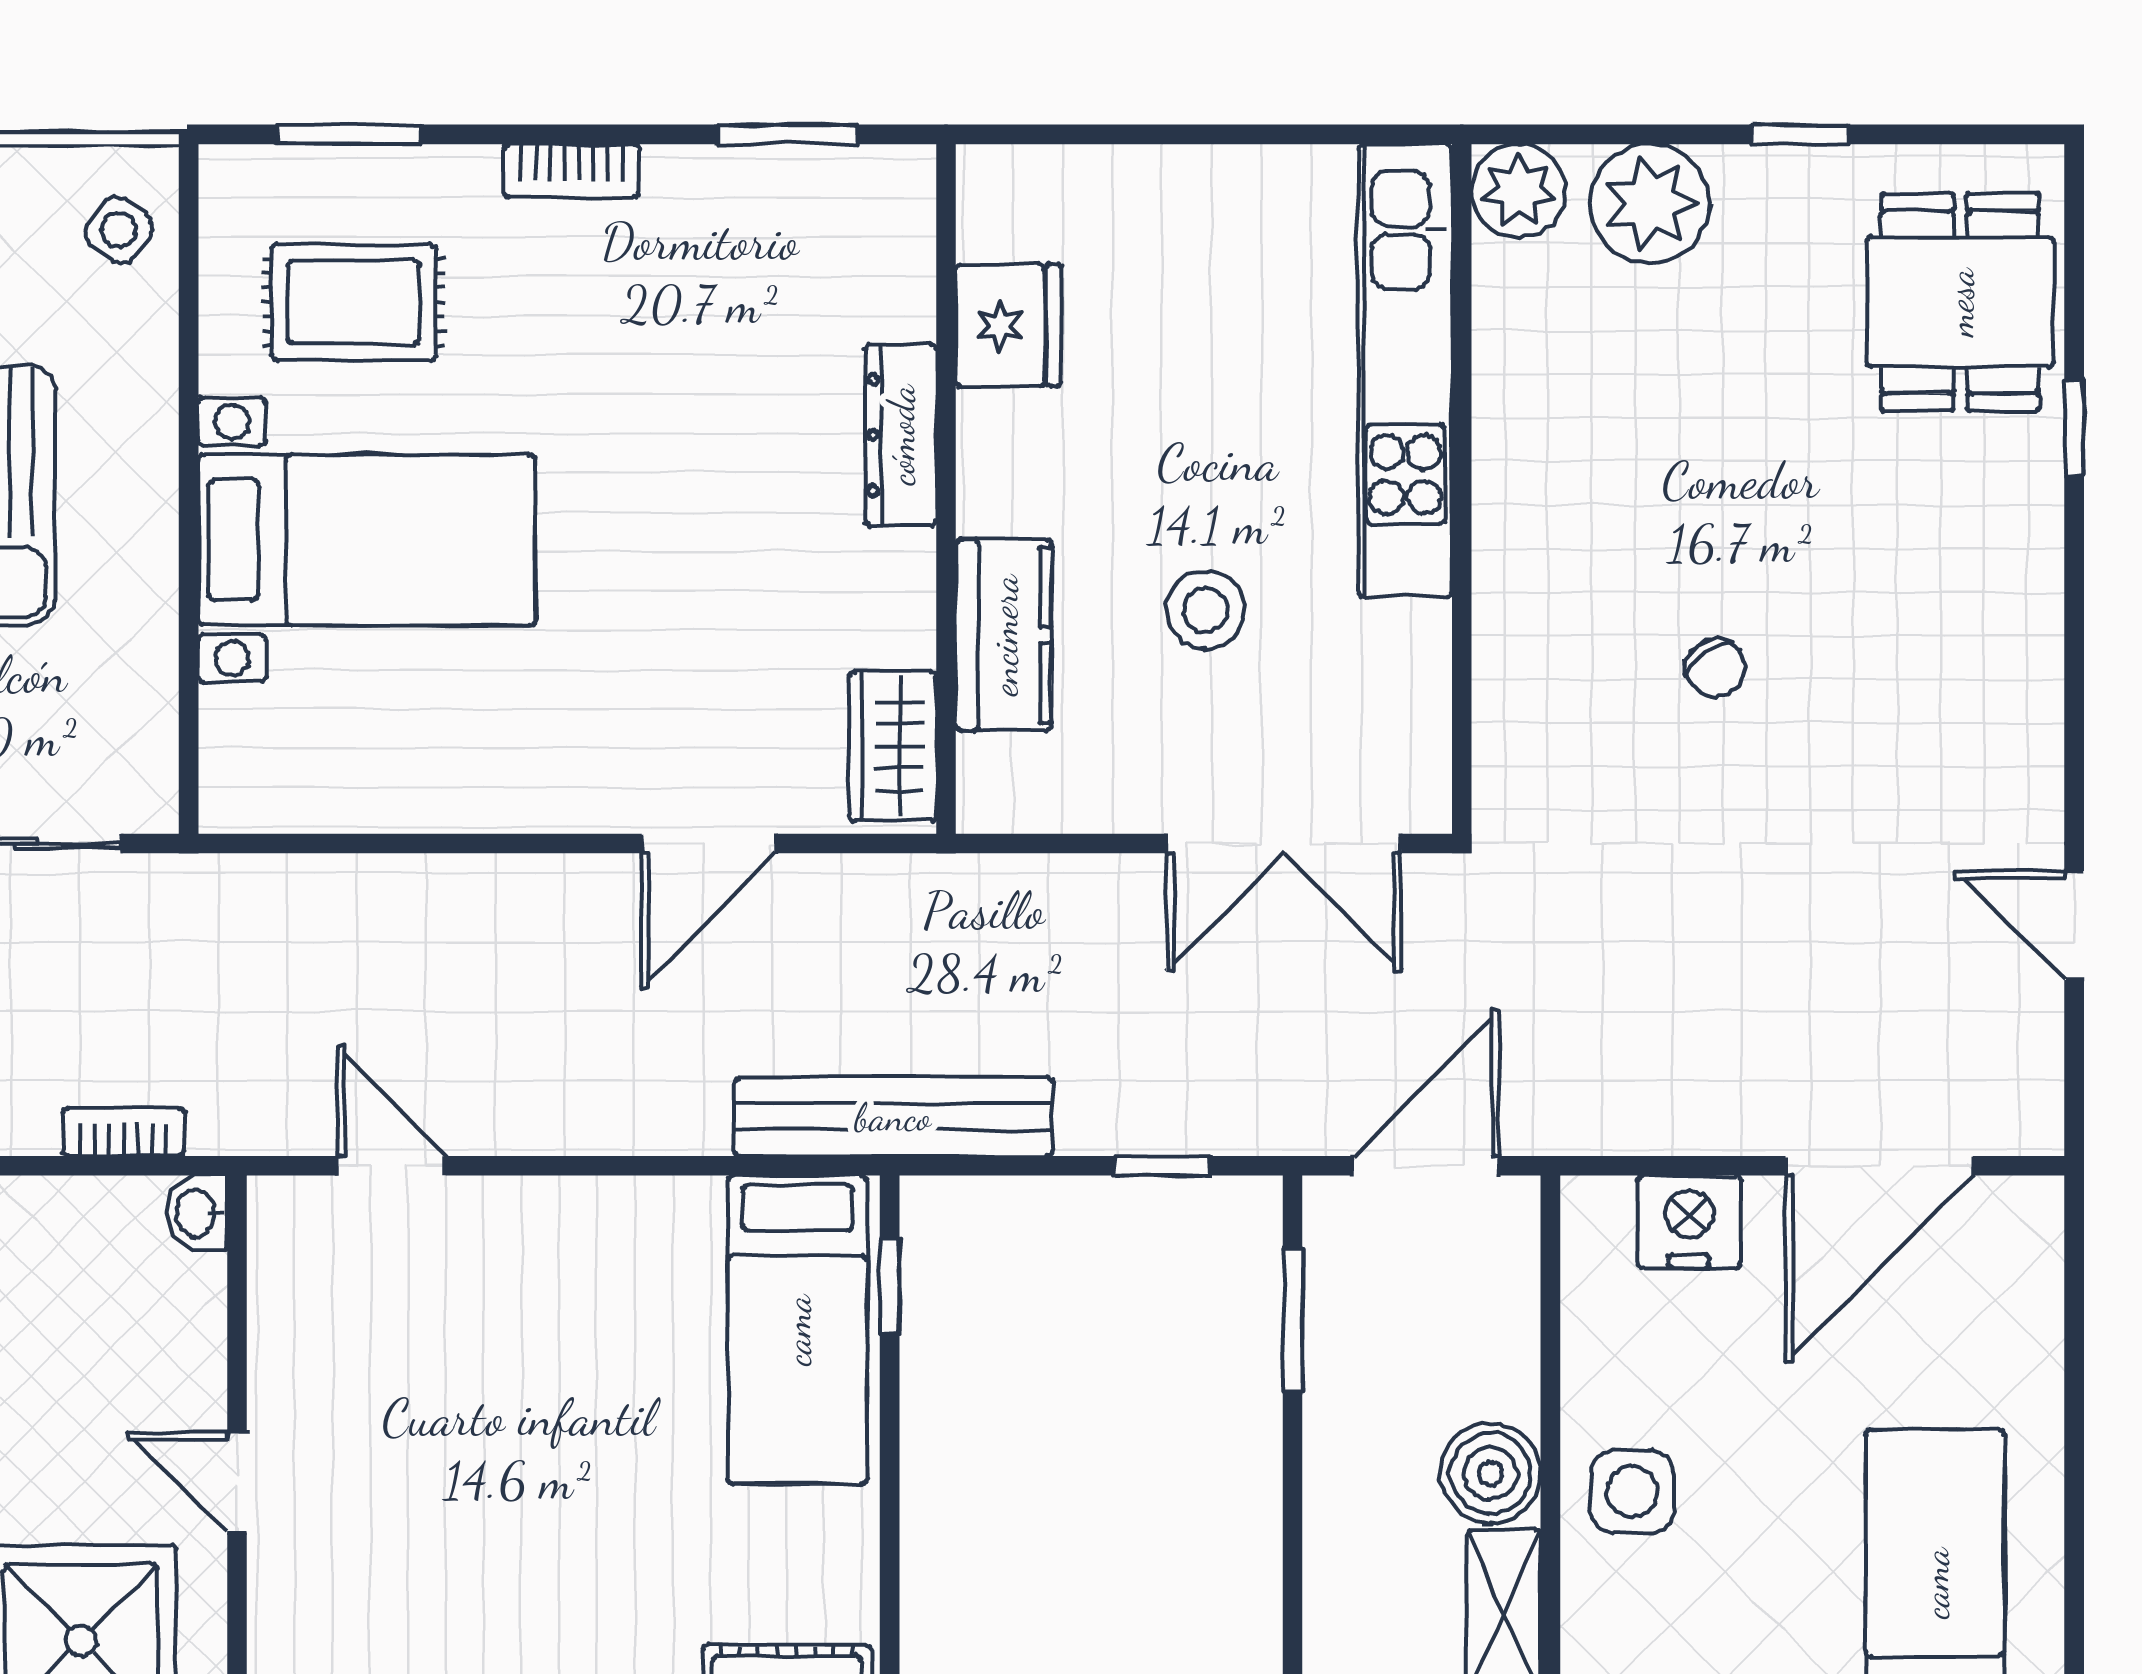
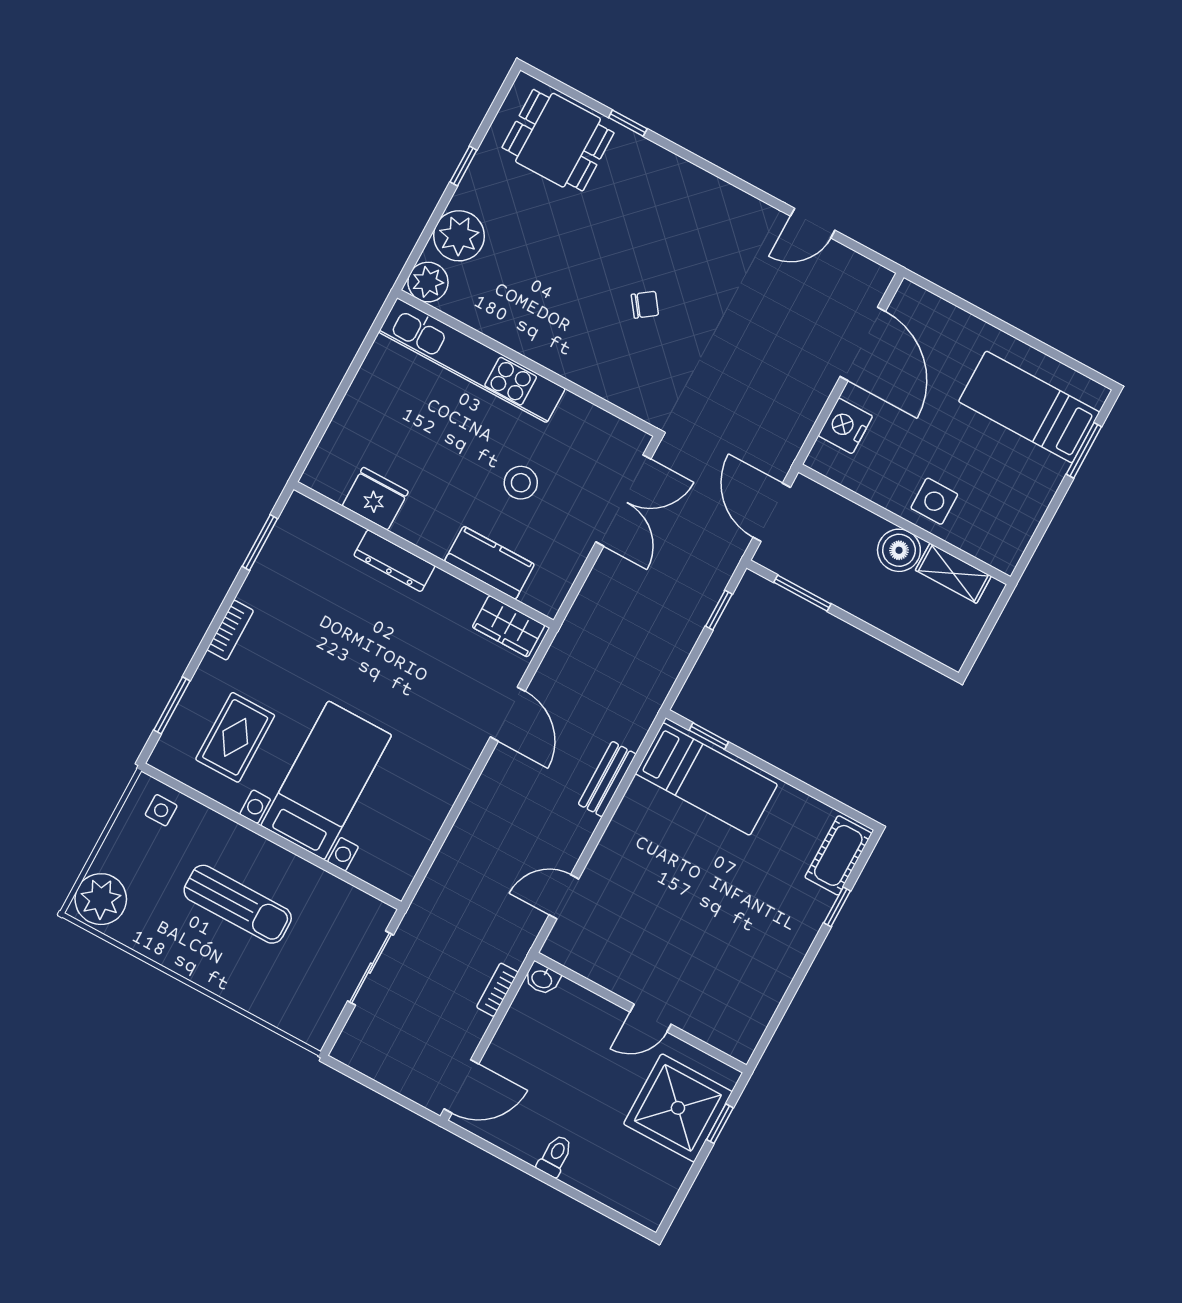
side table: (119, 230) -> (161, 810), turned -36
bench: (893, 1117) -> (607, 779), moved, width x0.54, depth x0.82

